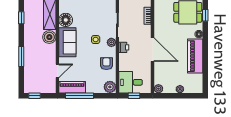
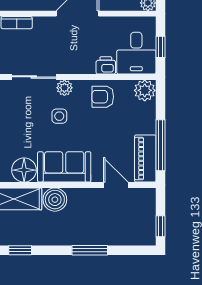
printer: (124, 47) -> (106, 65), moved

